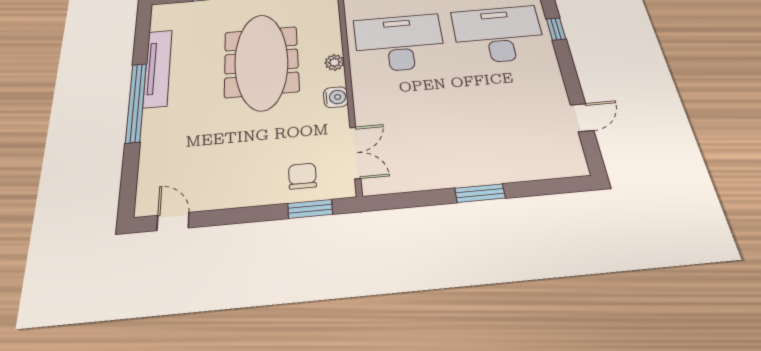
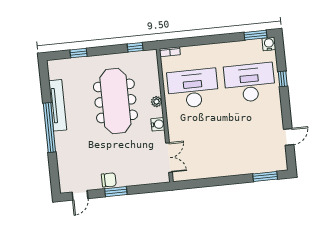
chair: (302, 176) -> (109, 180), moved, turned 90
window: (480, 193) -> (265, 177), moved
window: (310, 209) -> (116, 192), moved
door: (173, 222) -> (80, 195), swing flipped

